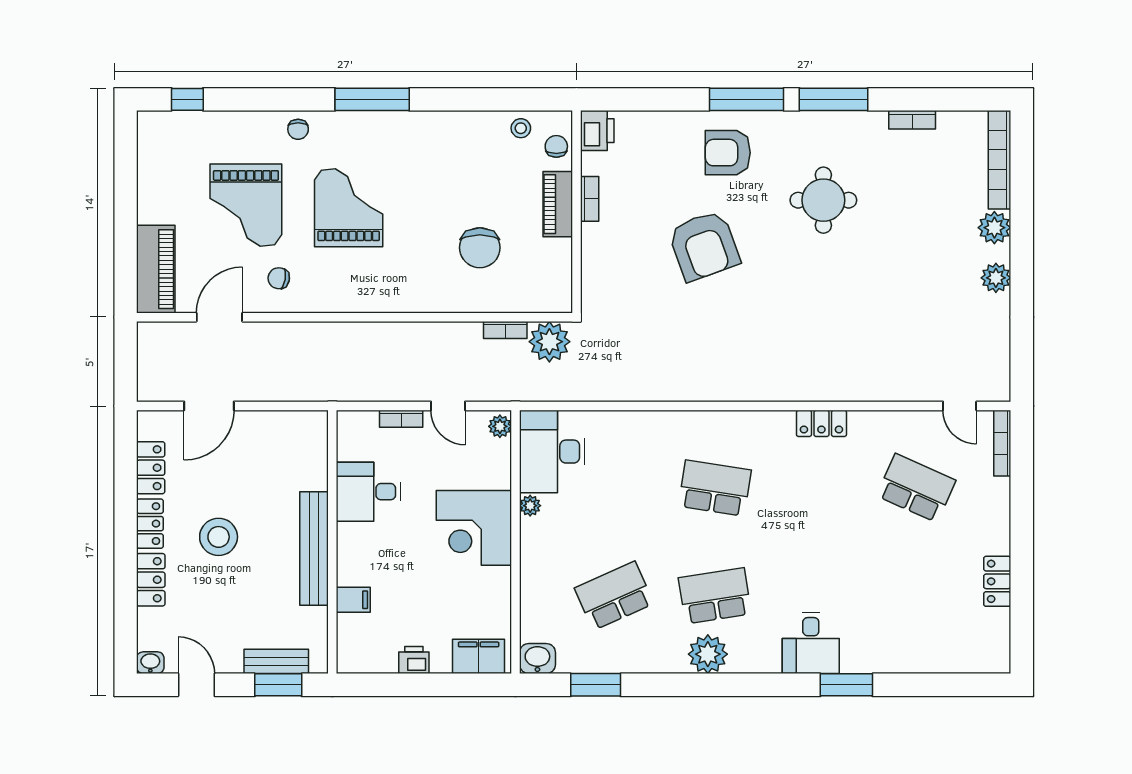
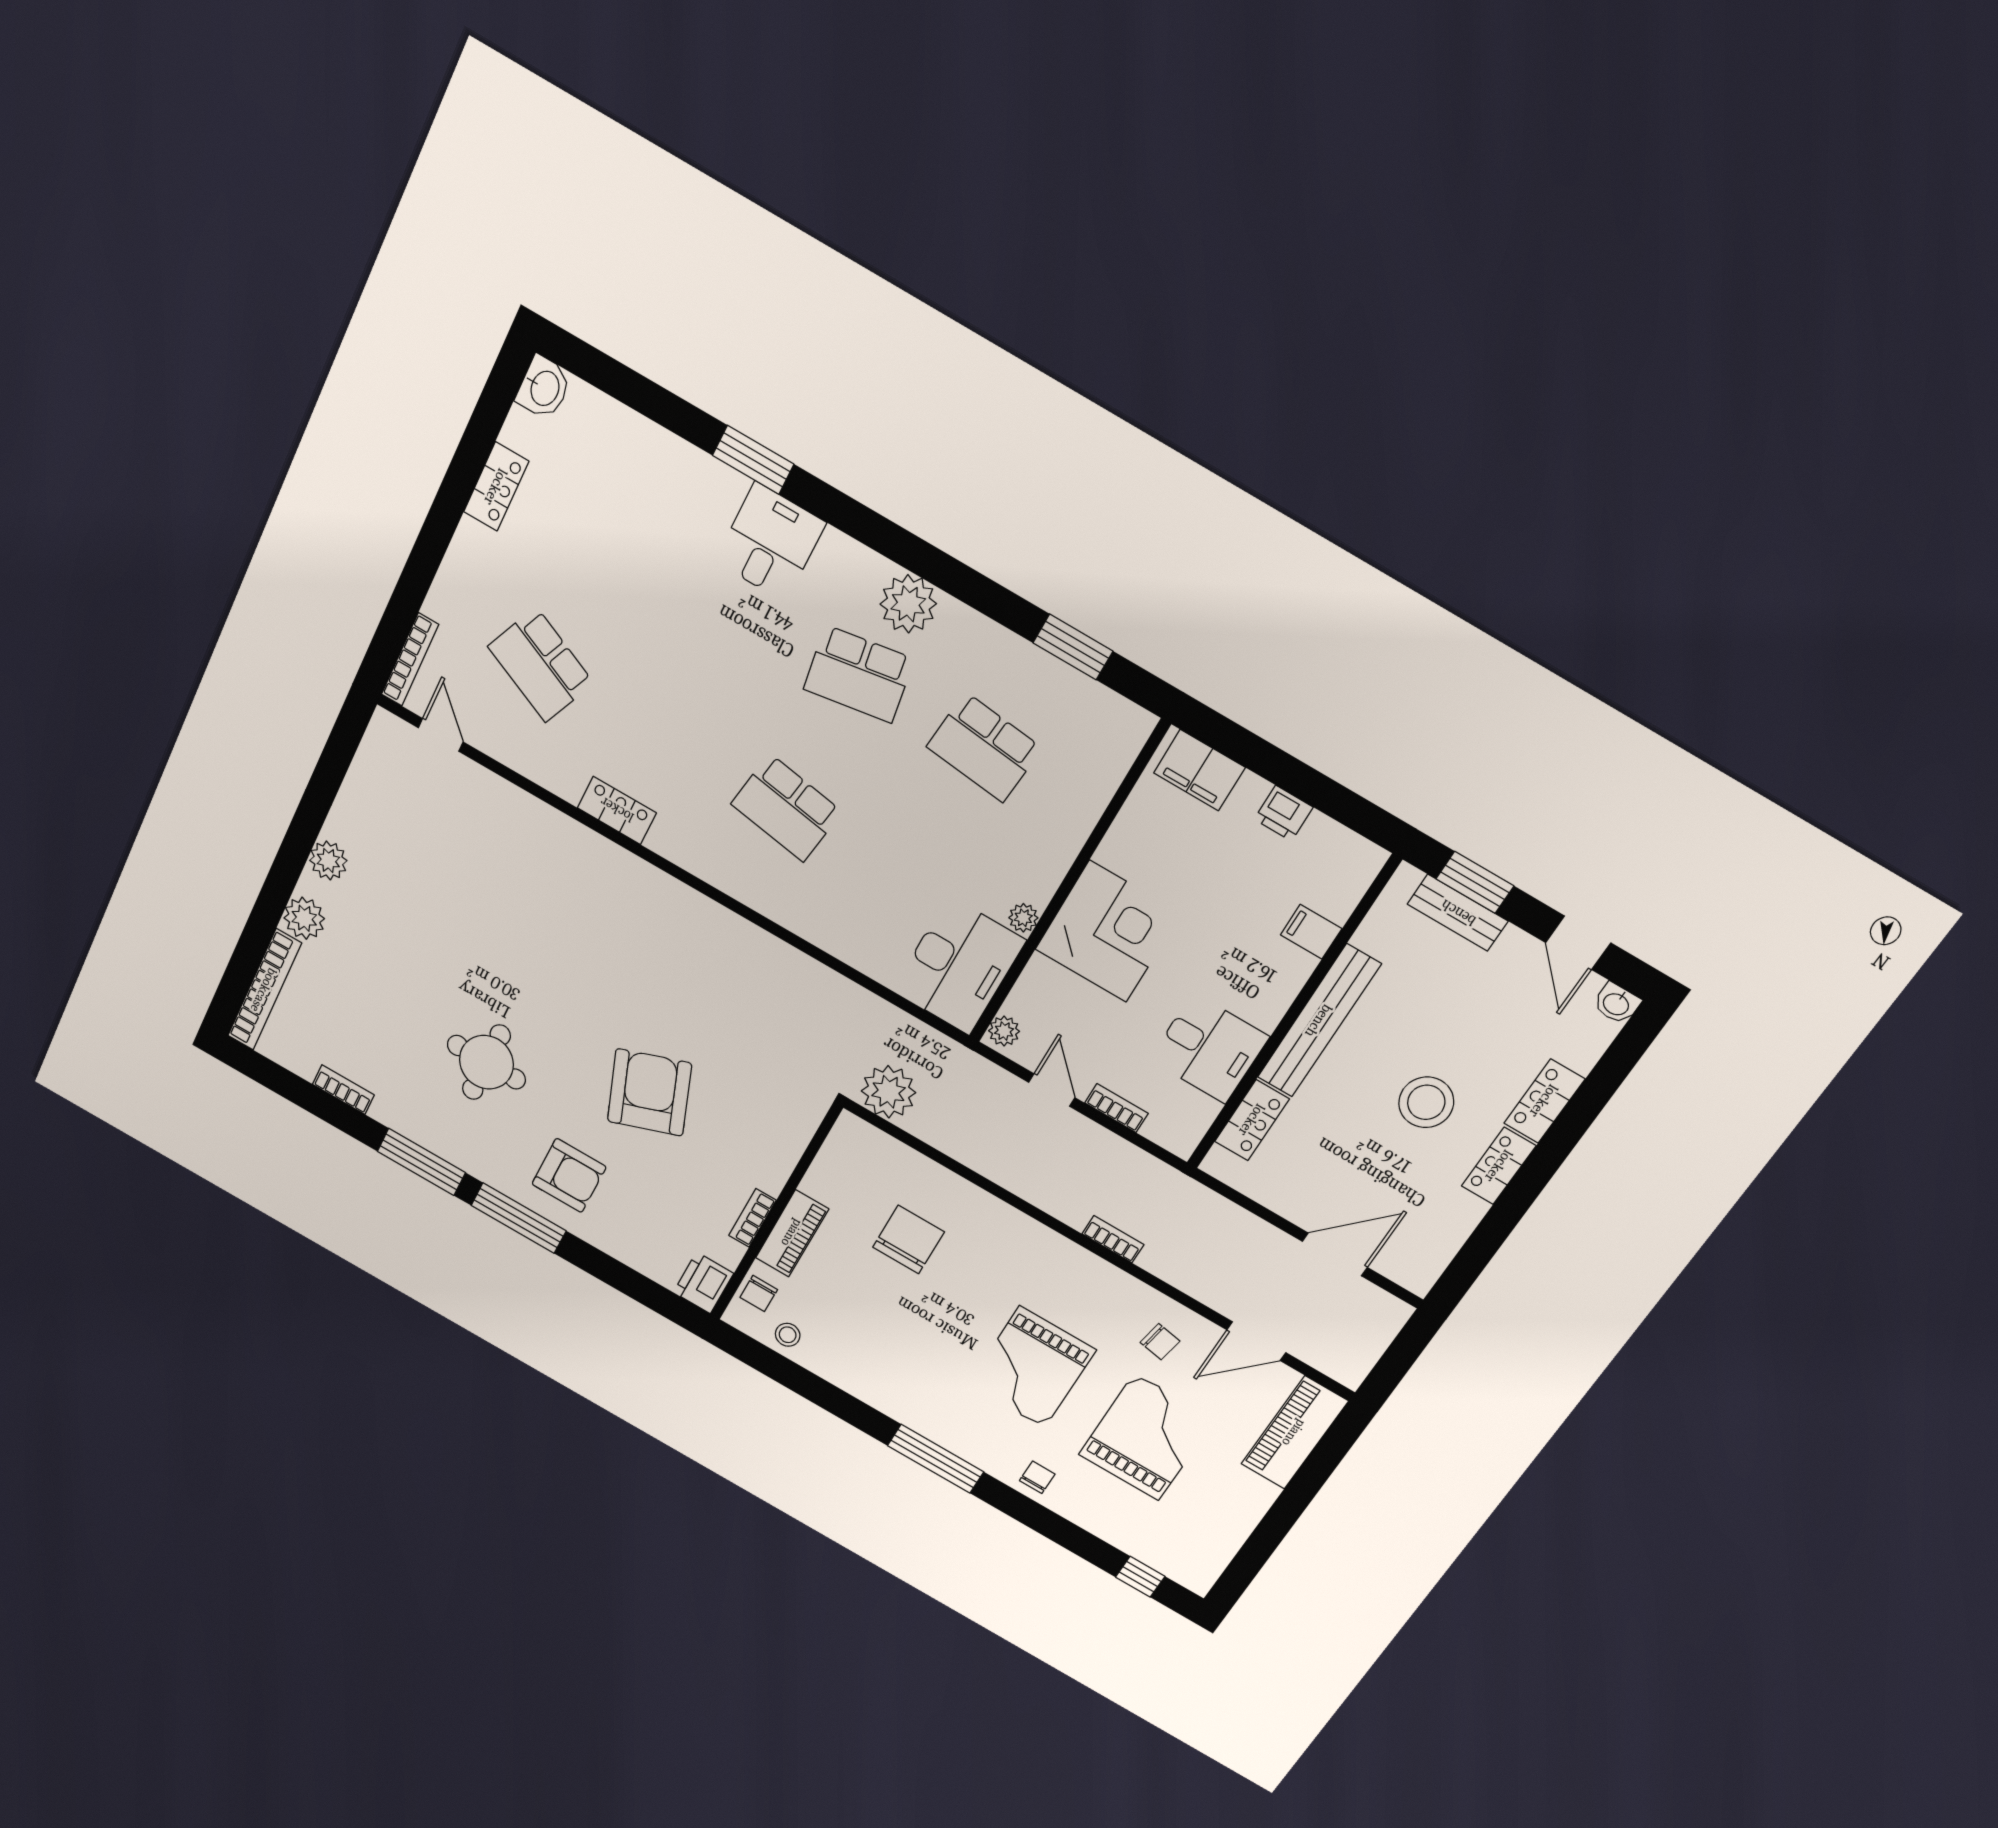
bookcase: (505, 330) -> (1113, 1239), moved
locker: (151, 468) -> (1252, 1120), moved, turned 180
school desk: (614, 596) -> (984, 747), turned 30
washbasin: (537, 659) -> (544, 388), moved, turned -90

